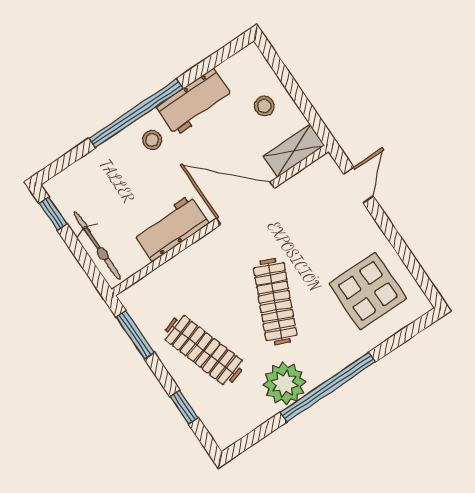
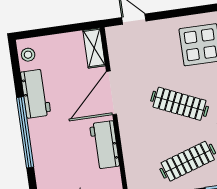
stool: (264, 106) -> (28, 55), moved
stool: (152, 140) -> (46, 130), removed

